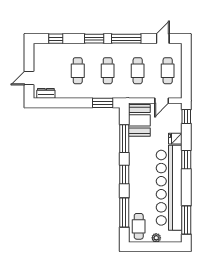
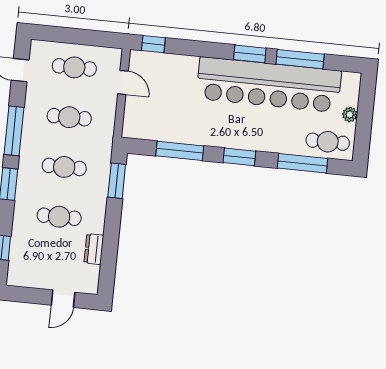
door: (29, 78) -> (63, 299), hinge flipped
dresser: (46, 93) -> (94, 249), moved
booth: (139, 120) -> (152, 123), removed
fridge: (175, 139) -> (188, 66), removed
window: (186, 160) -> (250, 54), moved
window: (186, 220) -> (300, 59), moved

